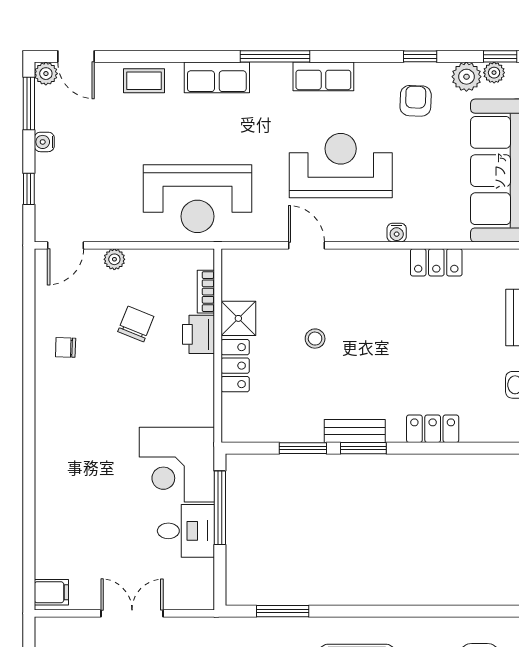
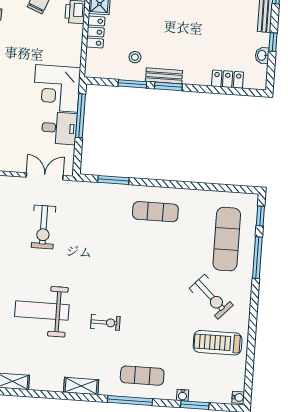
stool: (315, 339) -> (135, 57), moved
locker: (433, 429) -> (228, 79), moved
double door: (132, 613) -> (45, 176), moved

